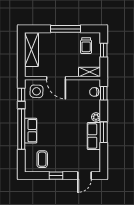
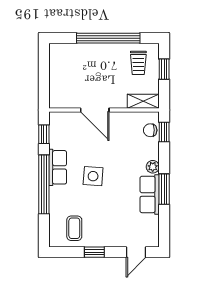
window: (65, 29) -> (108, 38), width x1.46
shelving: (32, 50) -> (59, 69), removed
side table: (37, 91) -> (93, 176), moved
row of seats: (31, 131) -> (58, 167), moved

